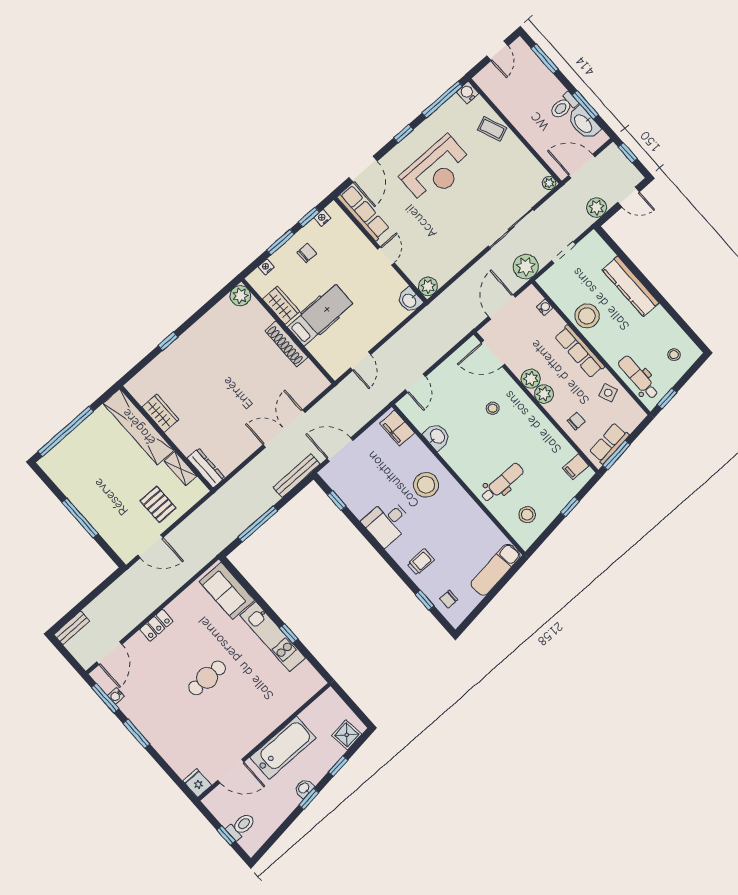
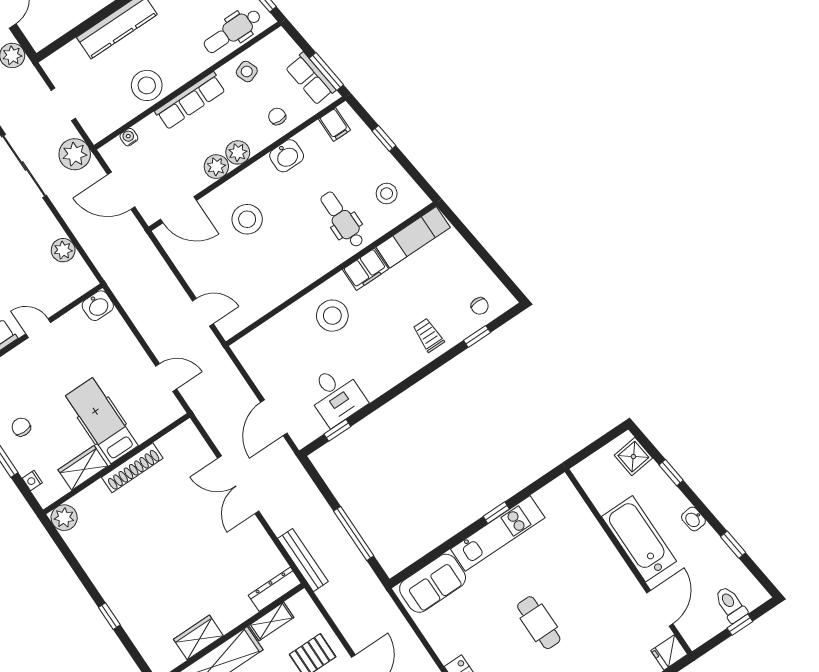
plant: (428, 286) -> (63, 250), moved
door: (493, 353) -> (178, 210), hinge flipped
stool: (493, 408) -> (247, 219), width x1.89, depth x1.89
filing cabinet: (397, 428) -> (365, 269), moved
washbasin: (437, 437) -> (287, 156), moved, turned 180
bench: (297, 476) -> (303, 560), moved
desk: (387, 522) -> (336, 395), moved
exam couch: (495, 570) -> (413, 237), moved, turned -83
window: (309, 799) -> (733, 545), moved

